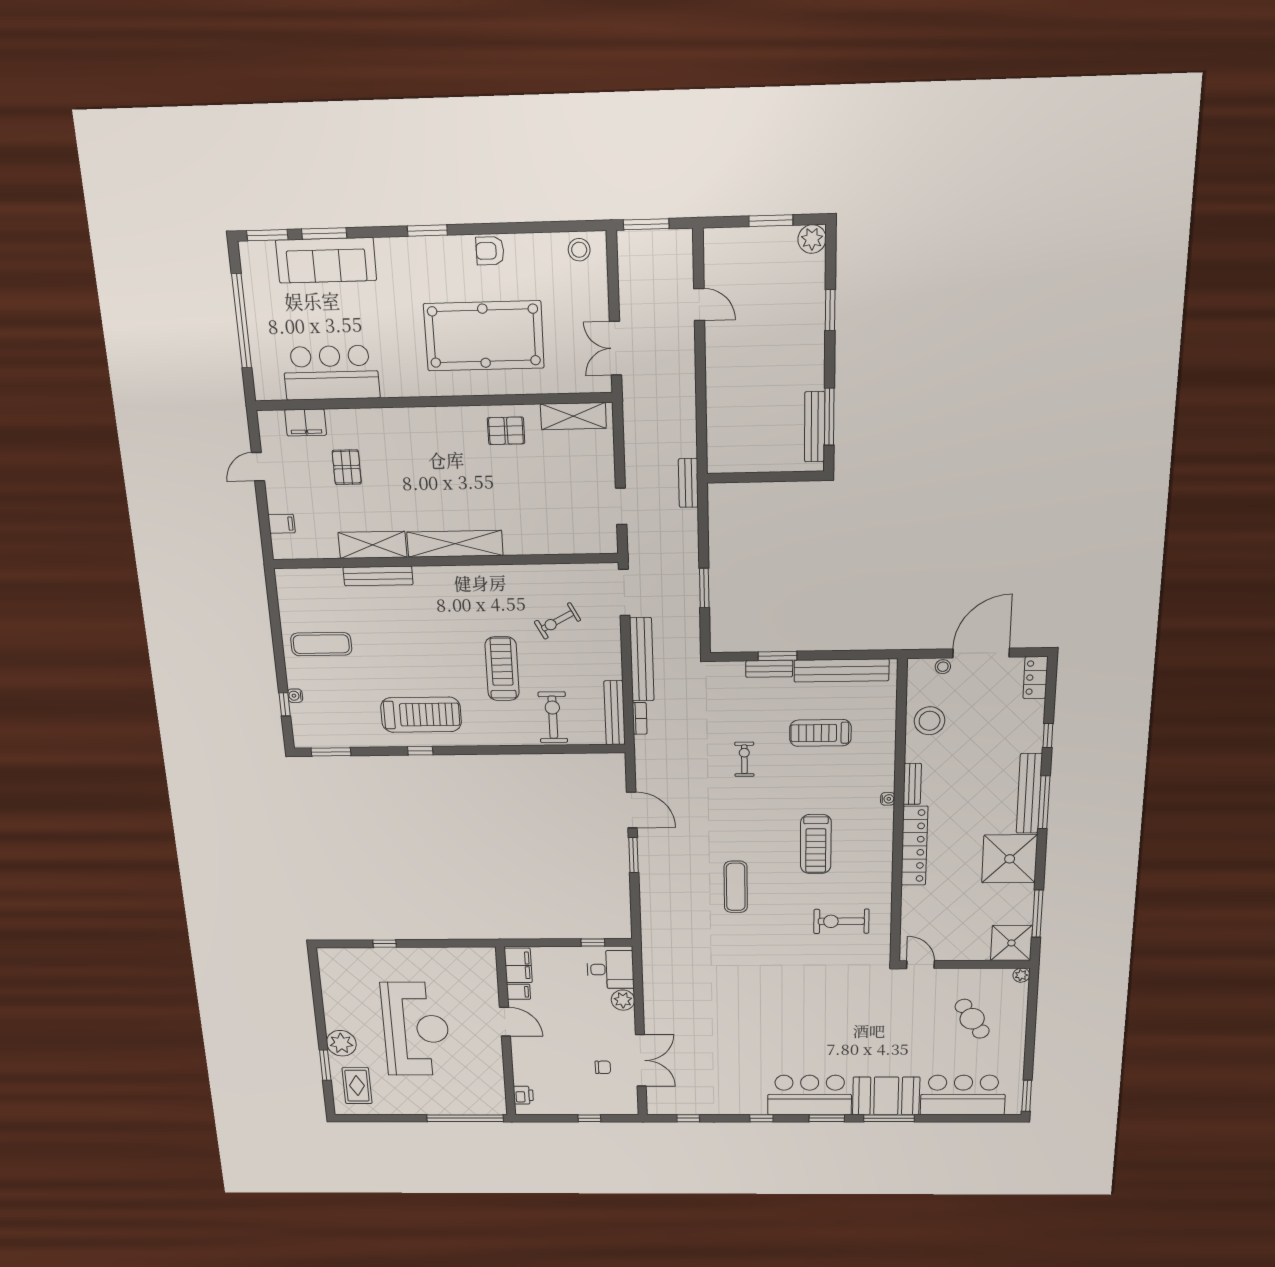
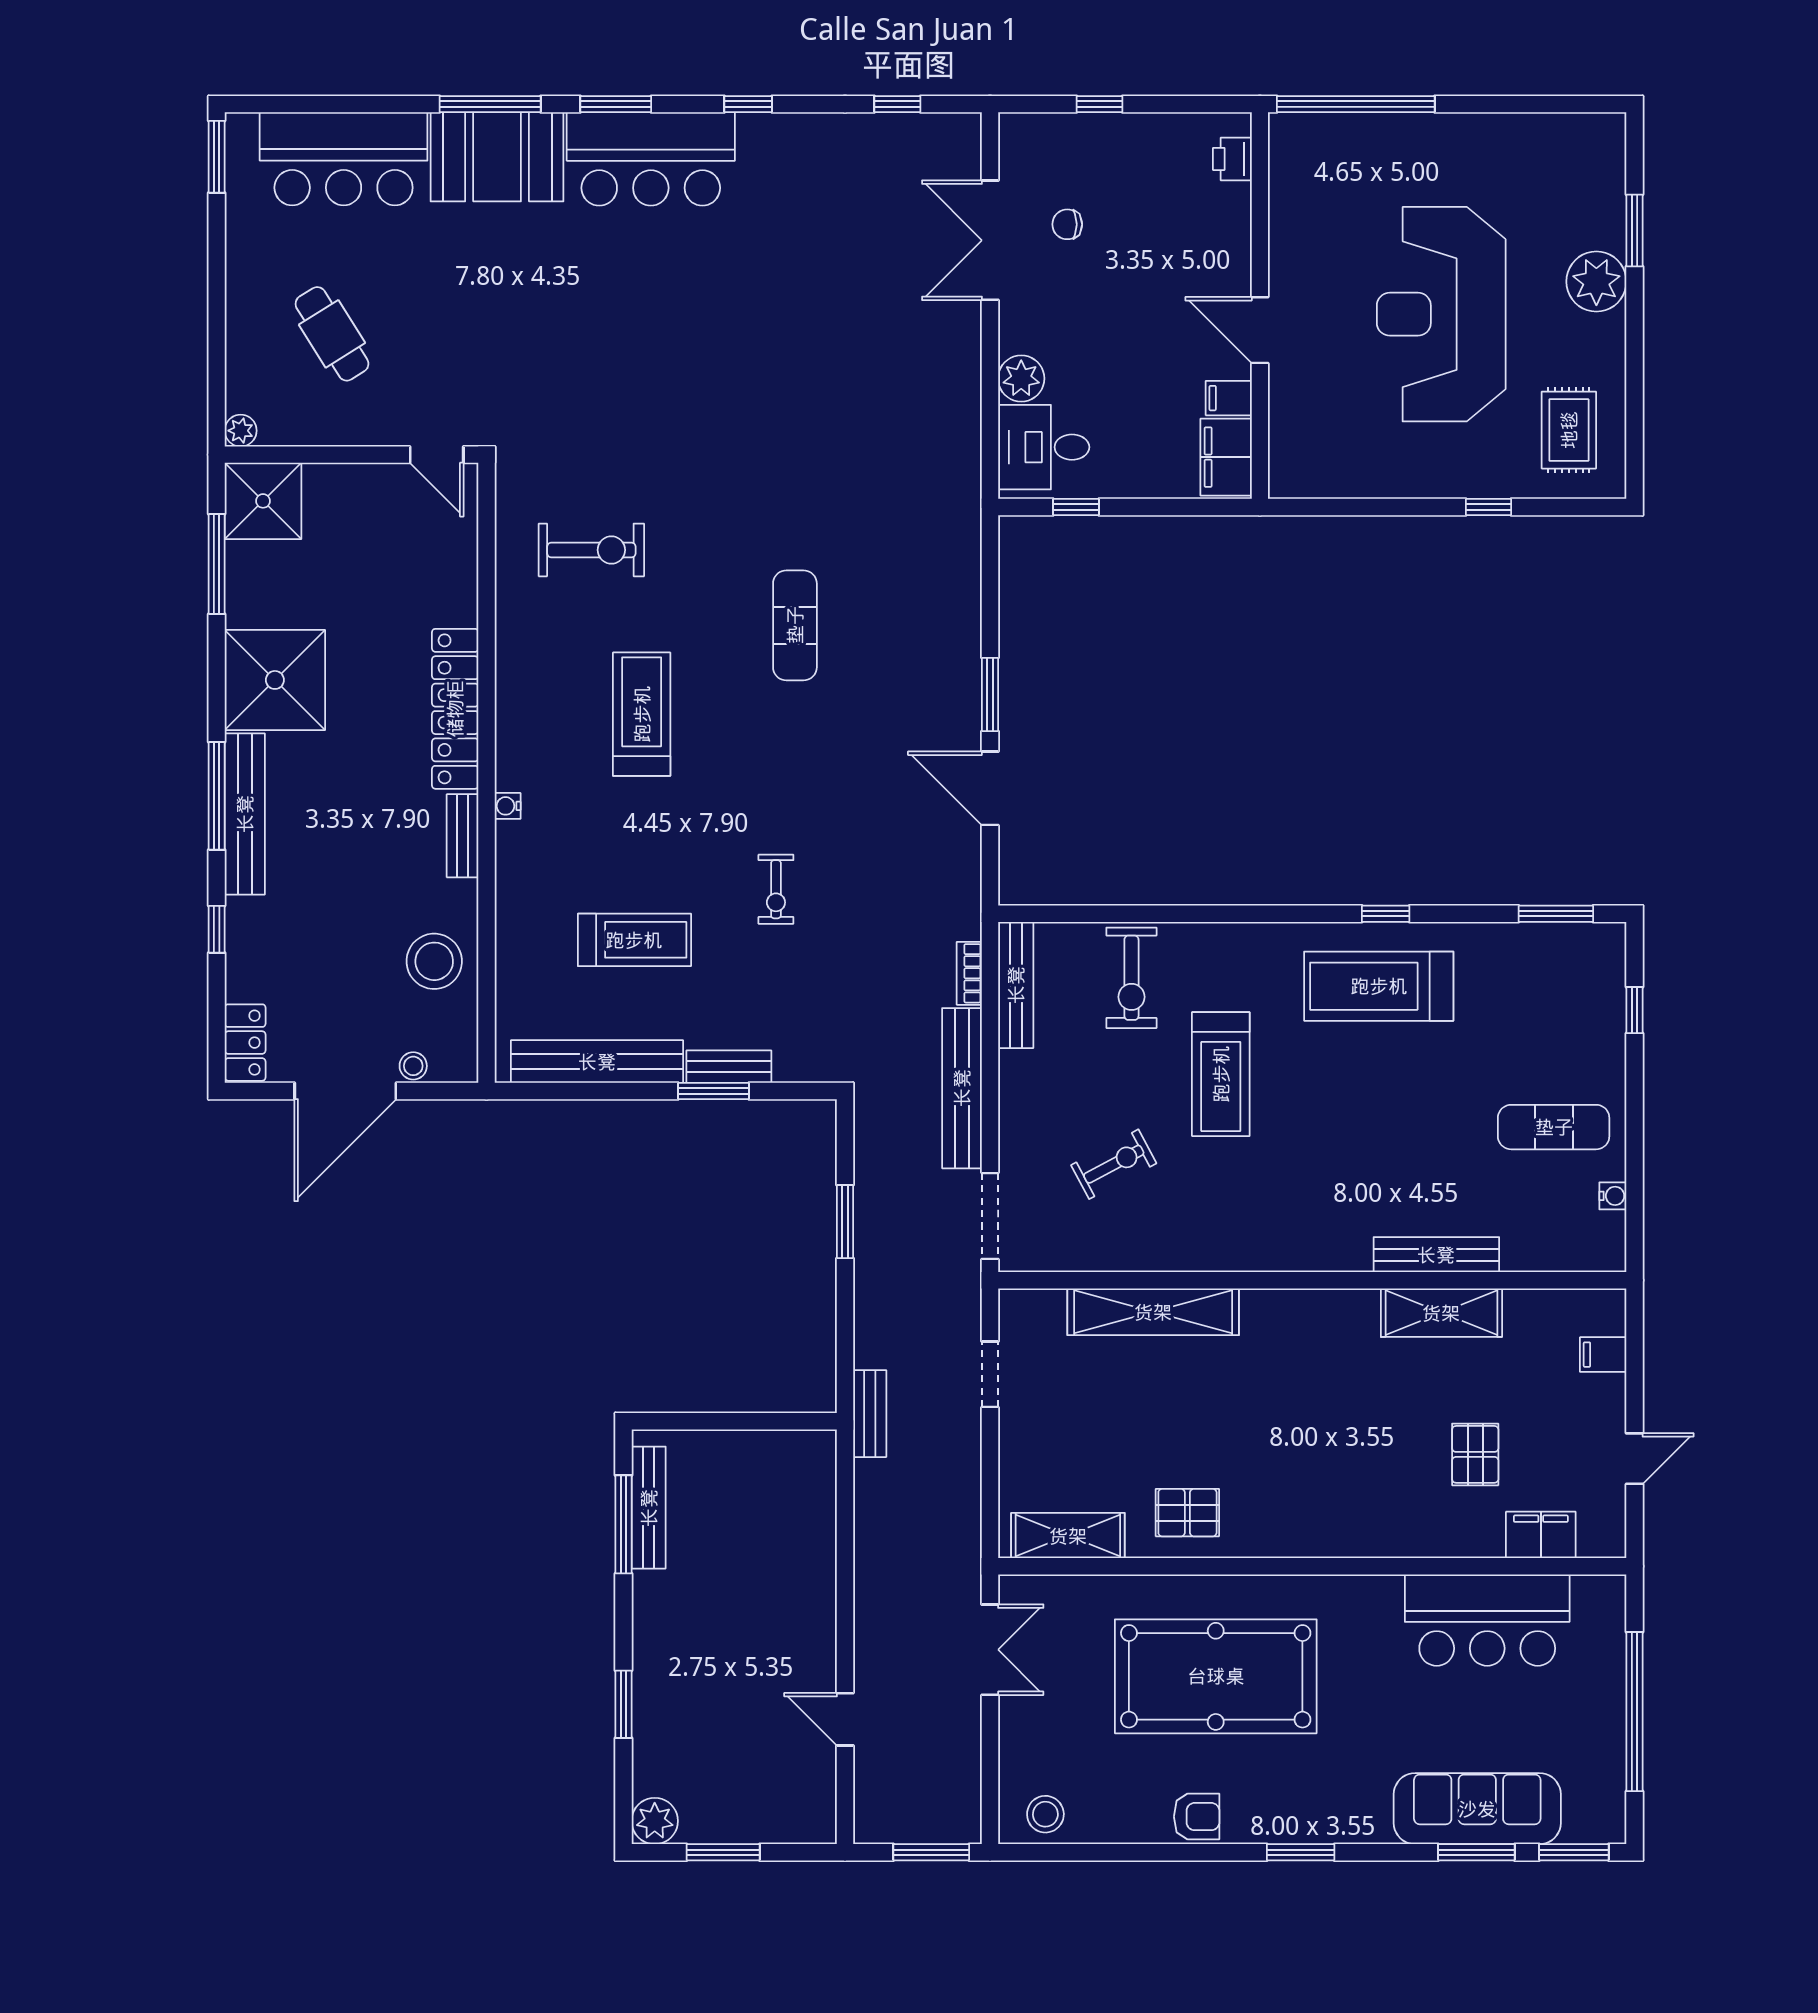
shelving: (455, 544) -> (1153, 1312), moved
water cooler: (295, 696) -> (1613, 1196), moved
rug: (357, 1086) -> (1569, 430), moved

